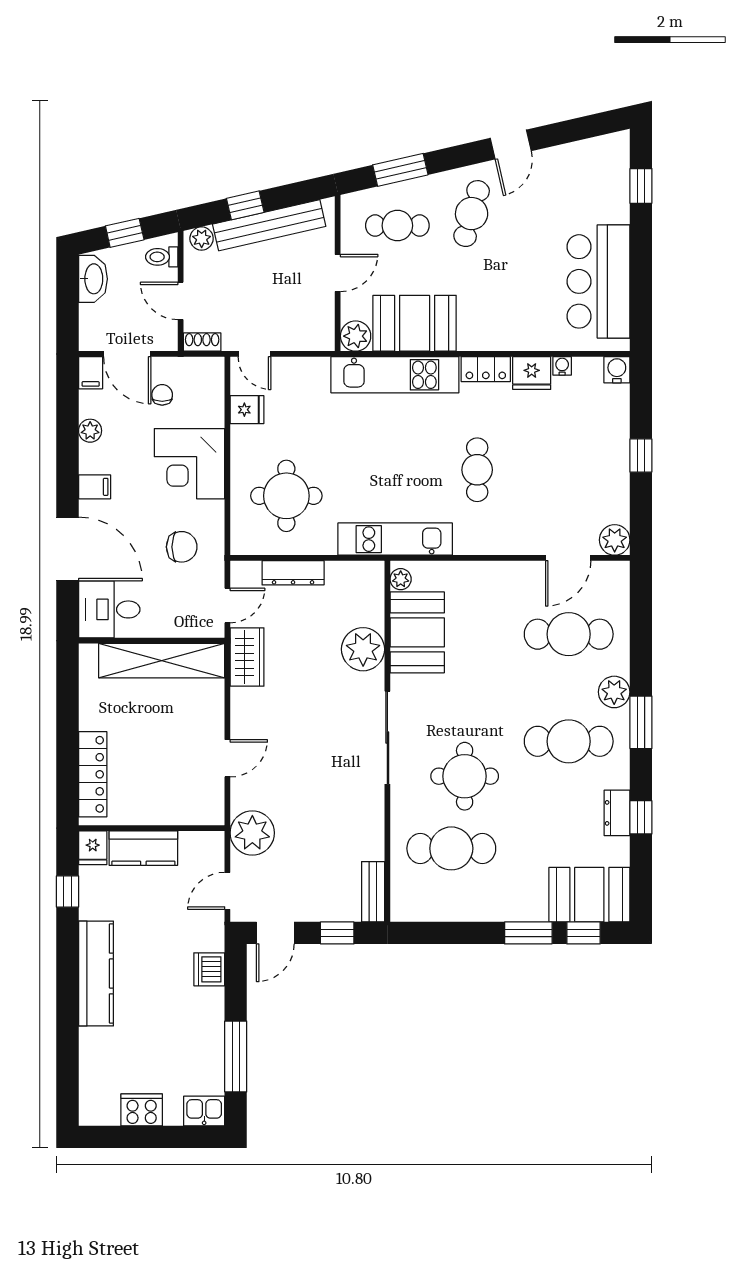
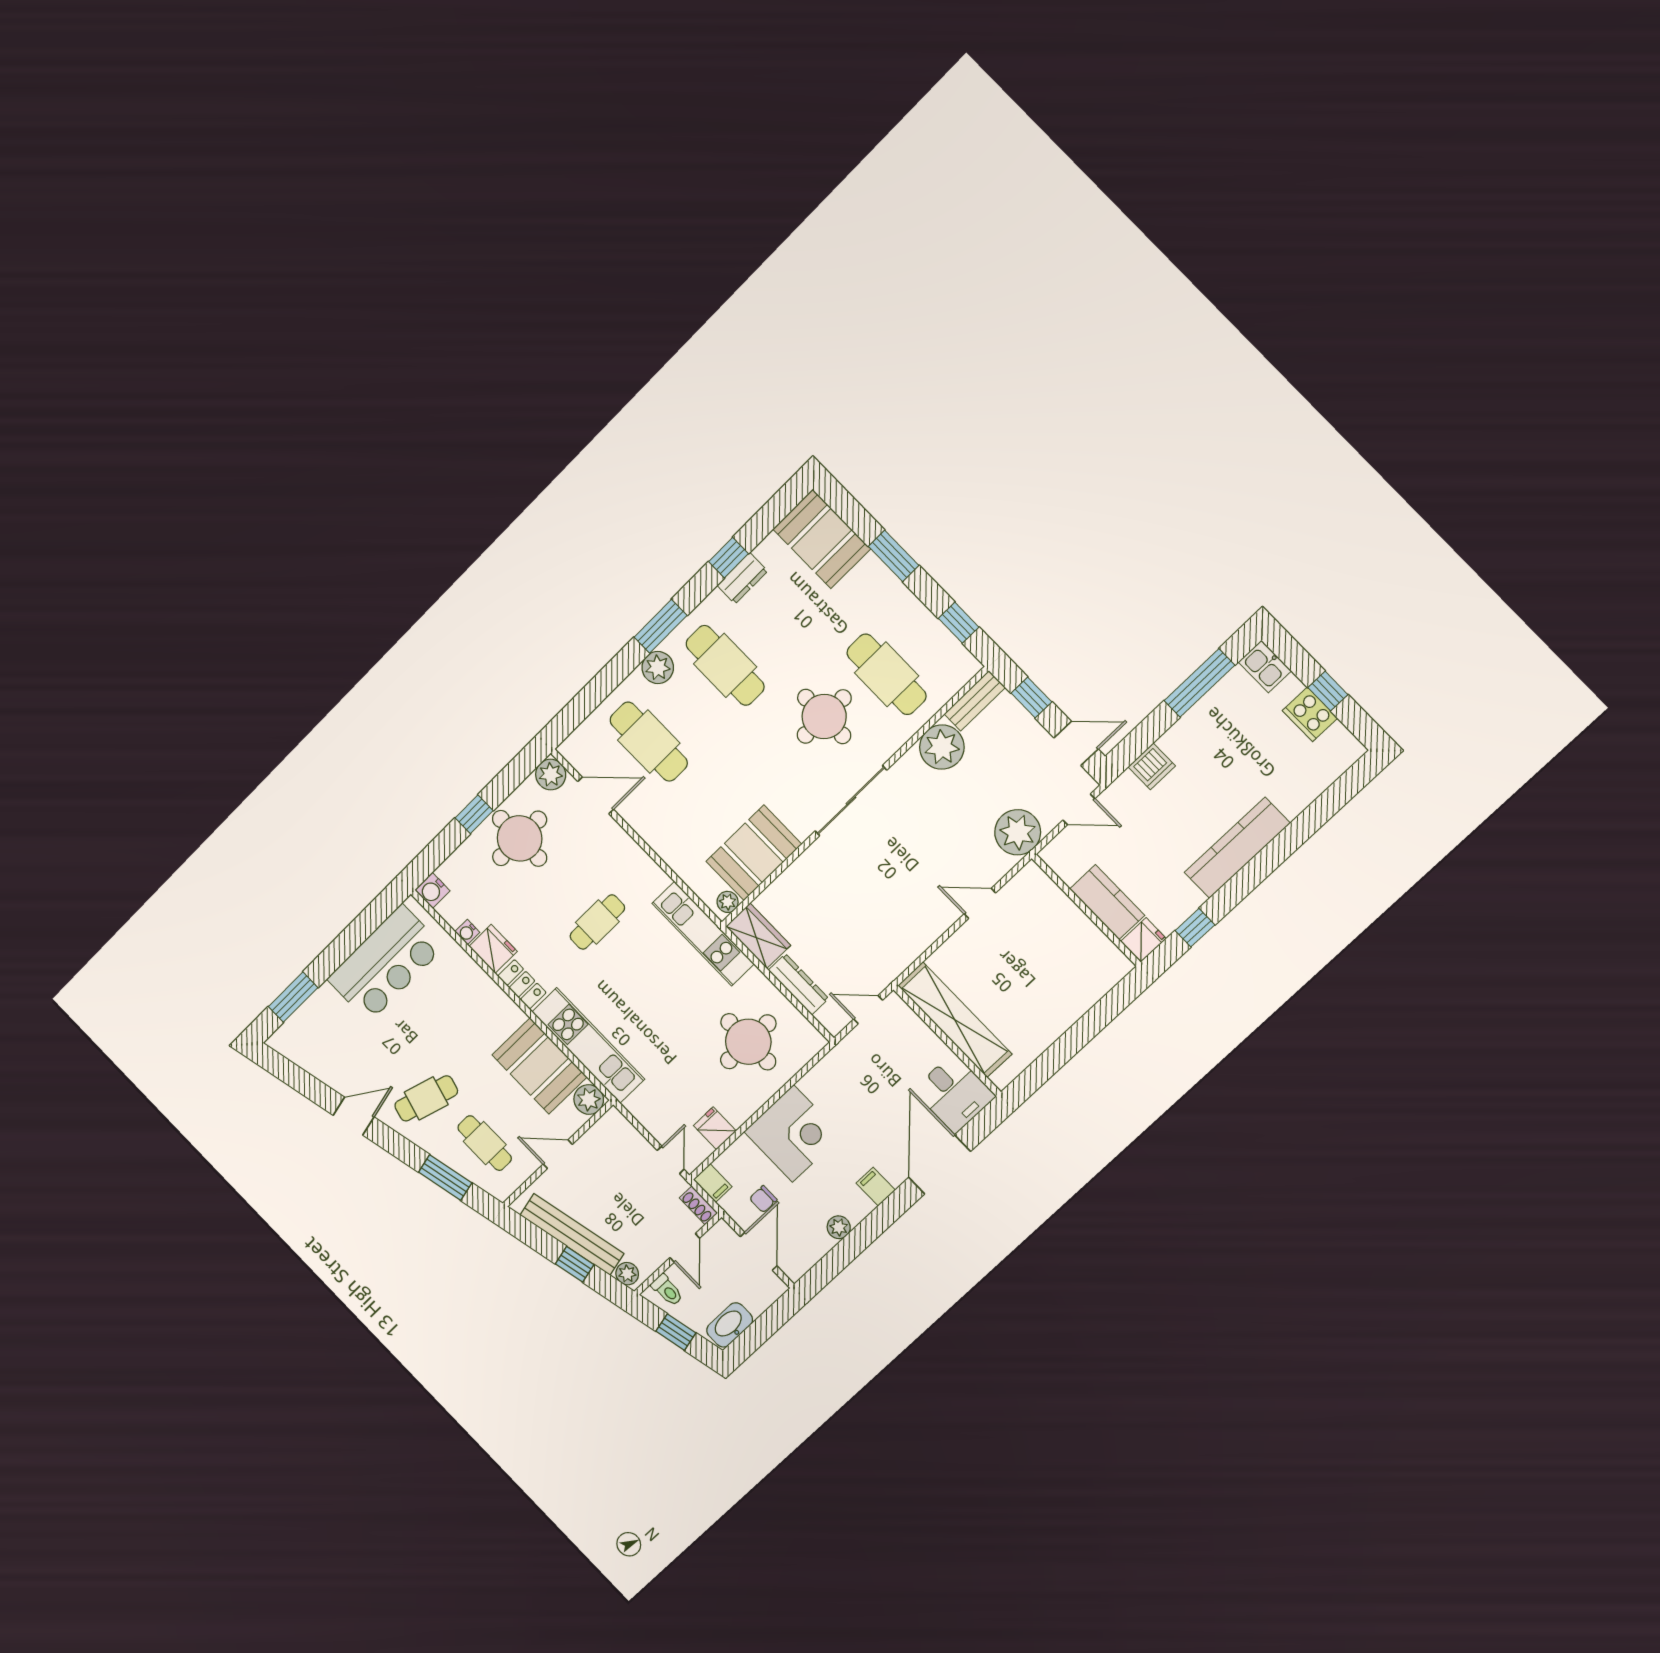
window: (641, 186) -> (293, 997), width x1.50
filing cabinet: (91, 373) -> (713, 1183), moved, turned 90
round table: (592, 472) -> (520, 838), added
chair: (182, 547) -> (858, 1083), removed
plant: (363, 649) -> (942, 747), moved
wardrobe: (247, 657) -> (758, 936), moved, turned 90
locker: (93, 774) -> (1088, 992), removed
window: (584, 933) -> (959, 623), moved
window: (146, 1137) -> (1328, 691), added

